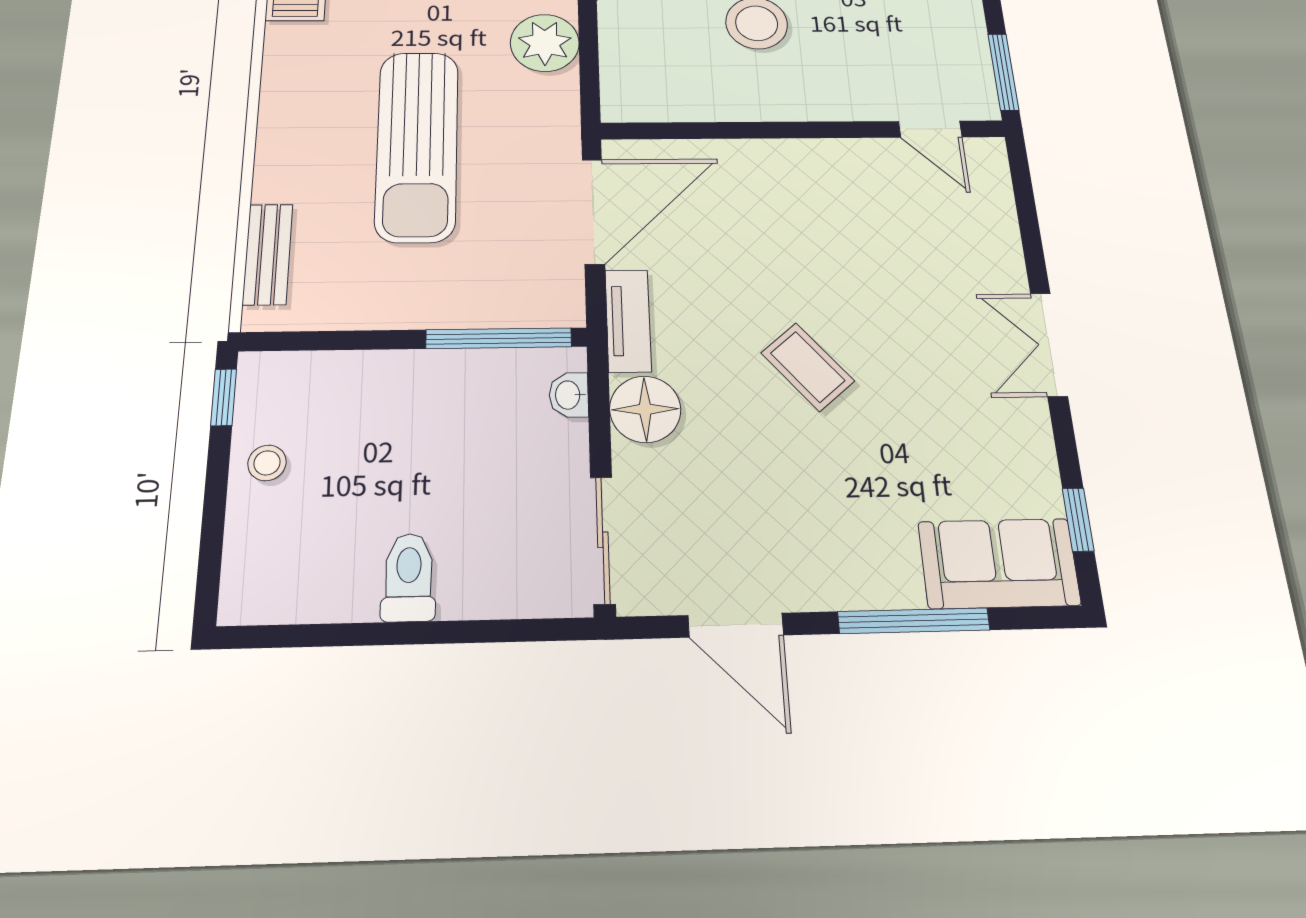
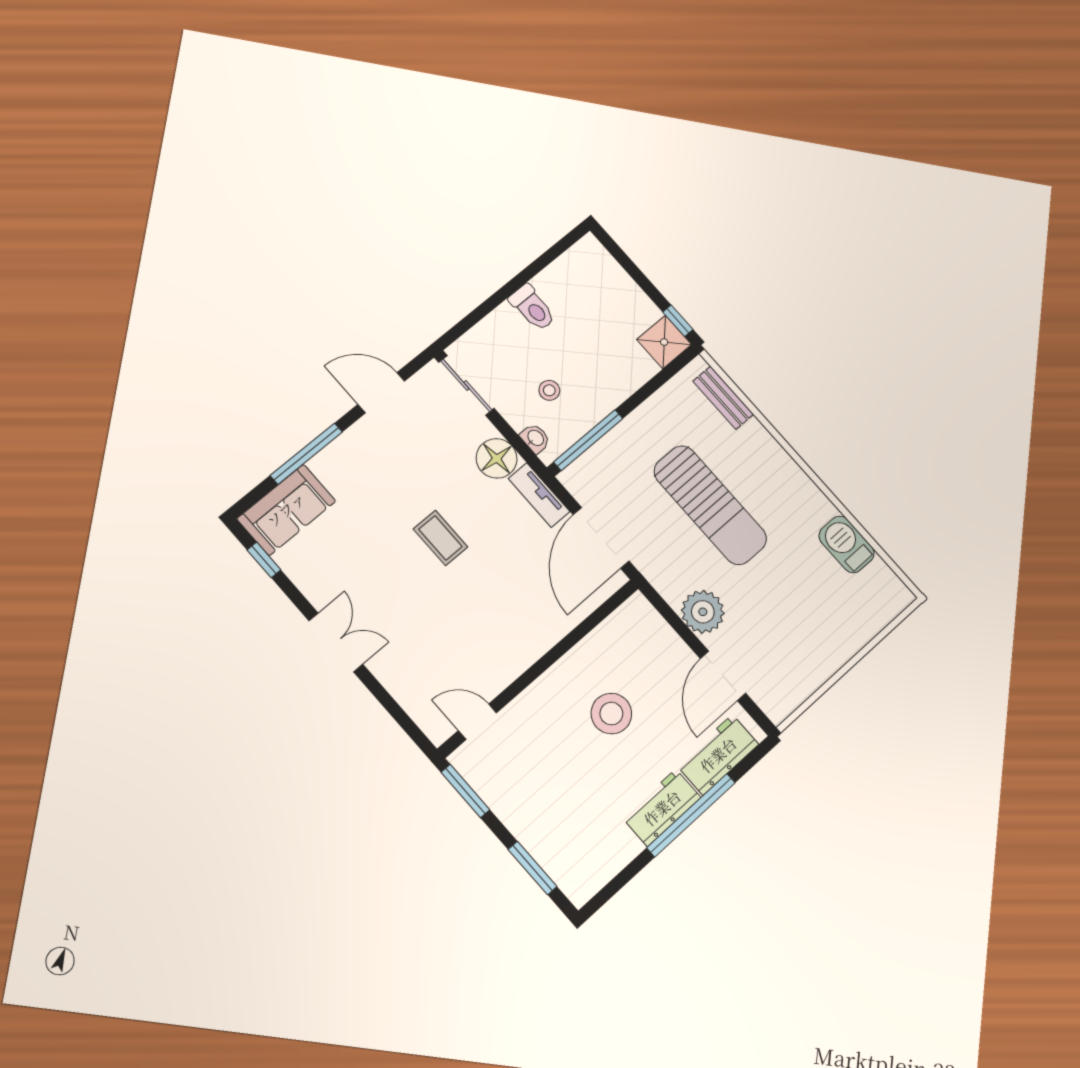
sun lounger: (417, 145) -> (710, 505), turned 180
coffee table: (808, 367) -> (440, 538), turned 40
shower: (272, 384) -> (664, 342), added
stool: (267, 463) -> (549, 390), moved

